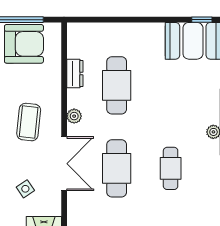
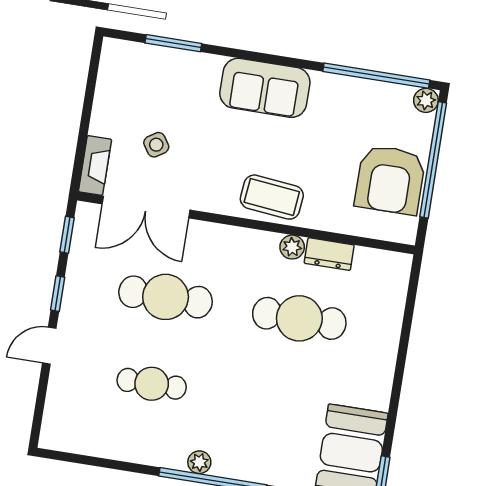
plant: (74, 116) -> (292, 247), moved
coffee table: (29, 122) -> (272, 197), moved
double door: (64, 164) -> (146, 207), moved

